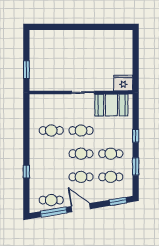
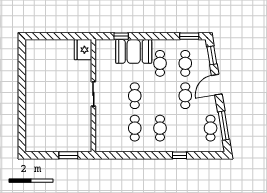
booth: (111, 105) -> (134, 51), moved, turned 90
window: (136, 136) -> (121, 36), moved
cafe table: (81, 154) -> (160, 128), moved
window: (136, 166) -> (189, 36), moved
door: (81, 208) -> (217, 85), moved

